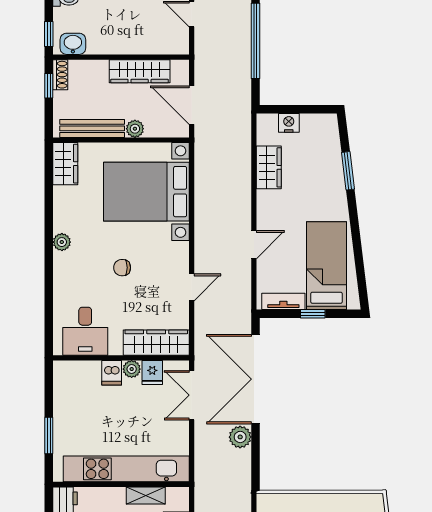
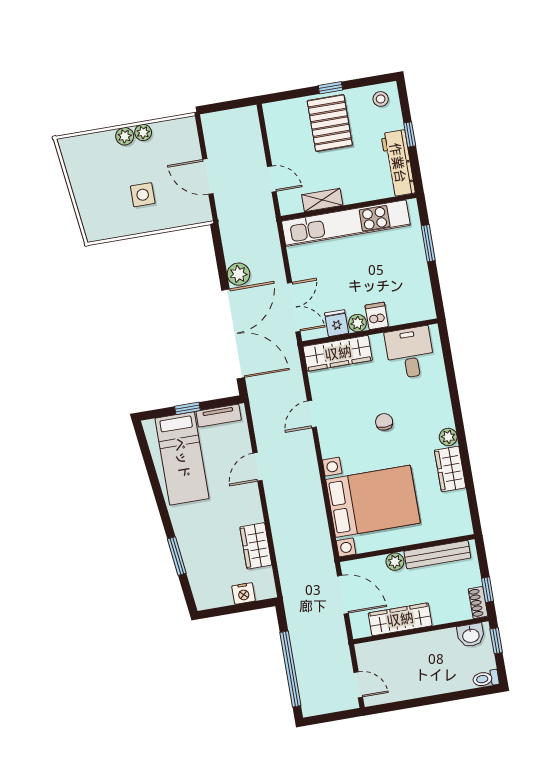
wardrobe: (65, 164) -> (450, 469), moved
chair: (122, 268) -> (384, 422), turned -90

